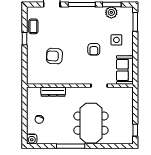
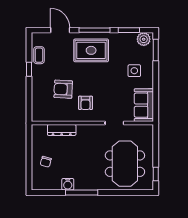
plant: (111, 12) -> (144, 39), moved
rug: (79, 22) -> (91, 50), added
armchair: (94, 49) -> (86, 103), moved
meeting table: (91, 123) -> (125, 164), moved
water cooler: (32, 139) -> (68, 184), moved

